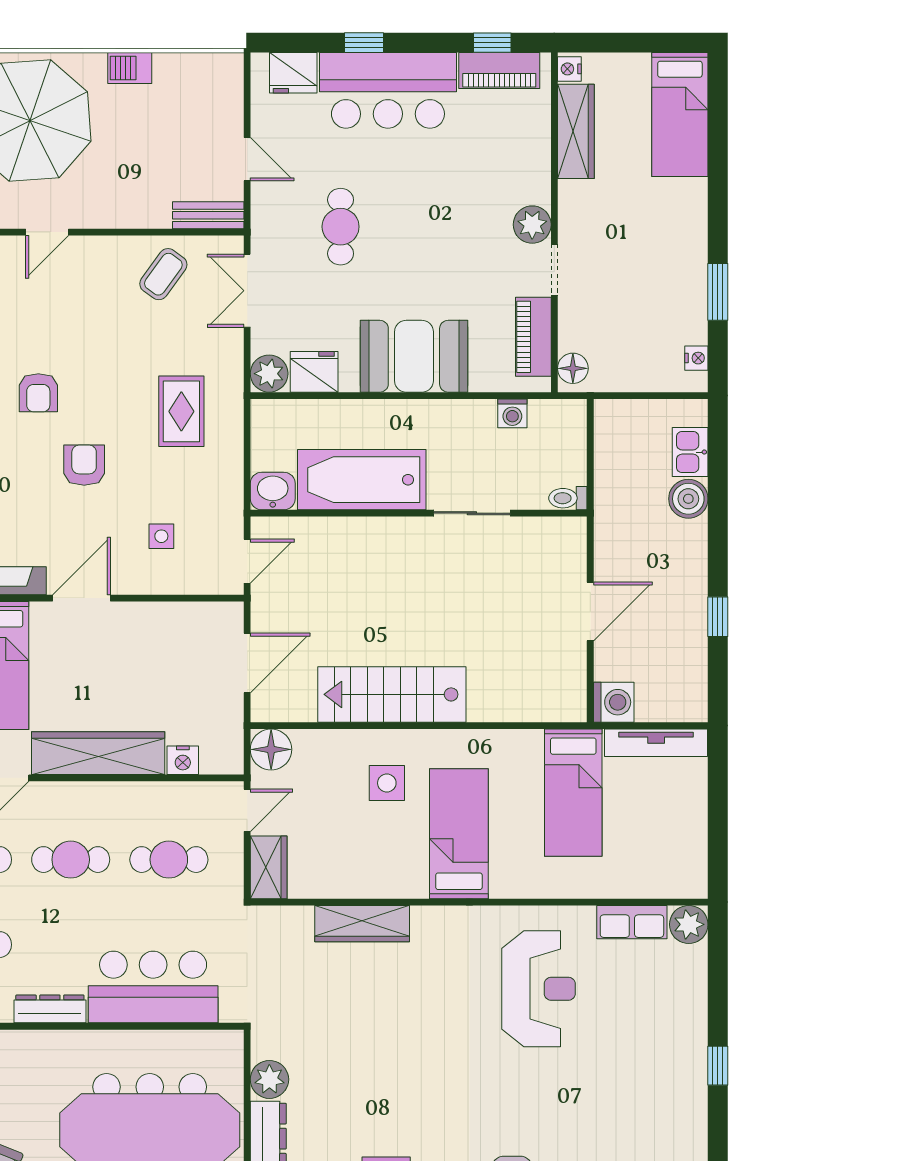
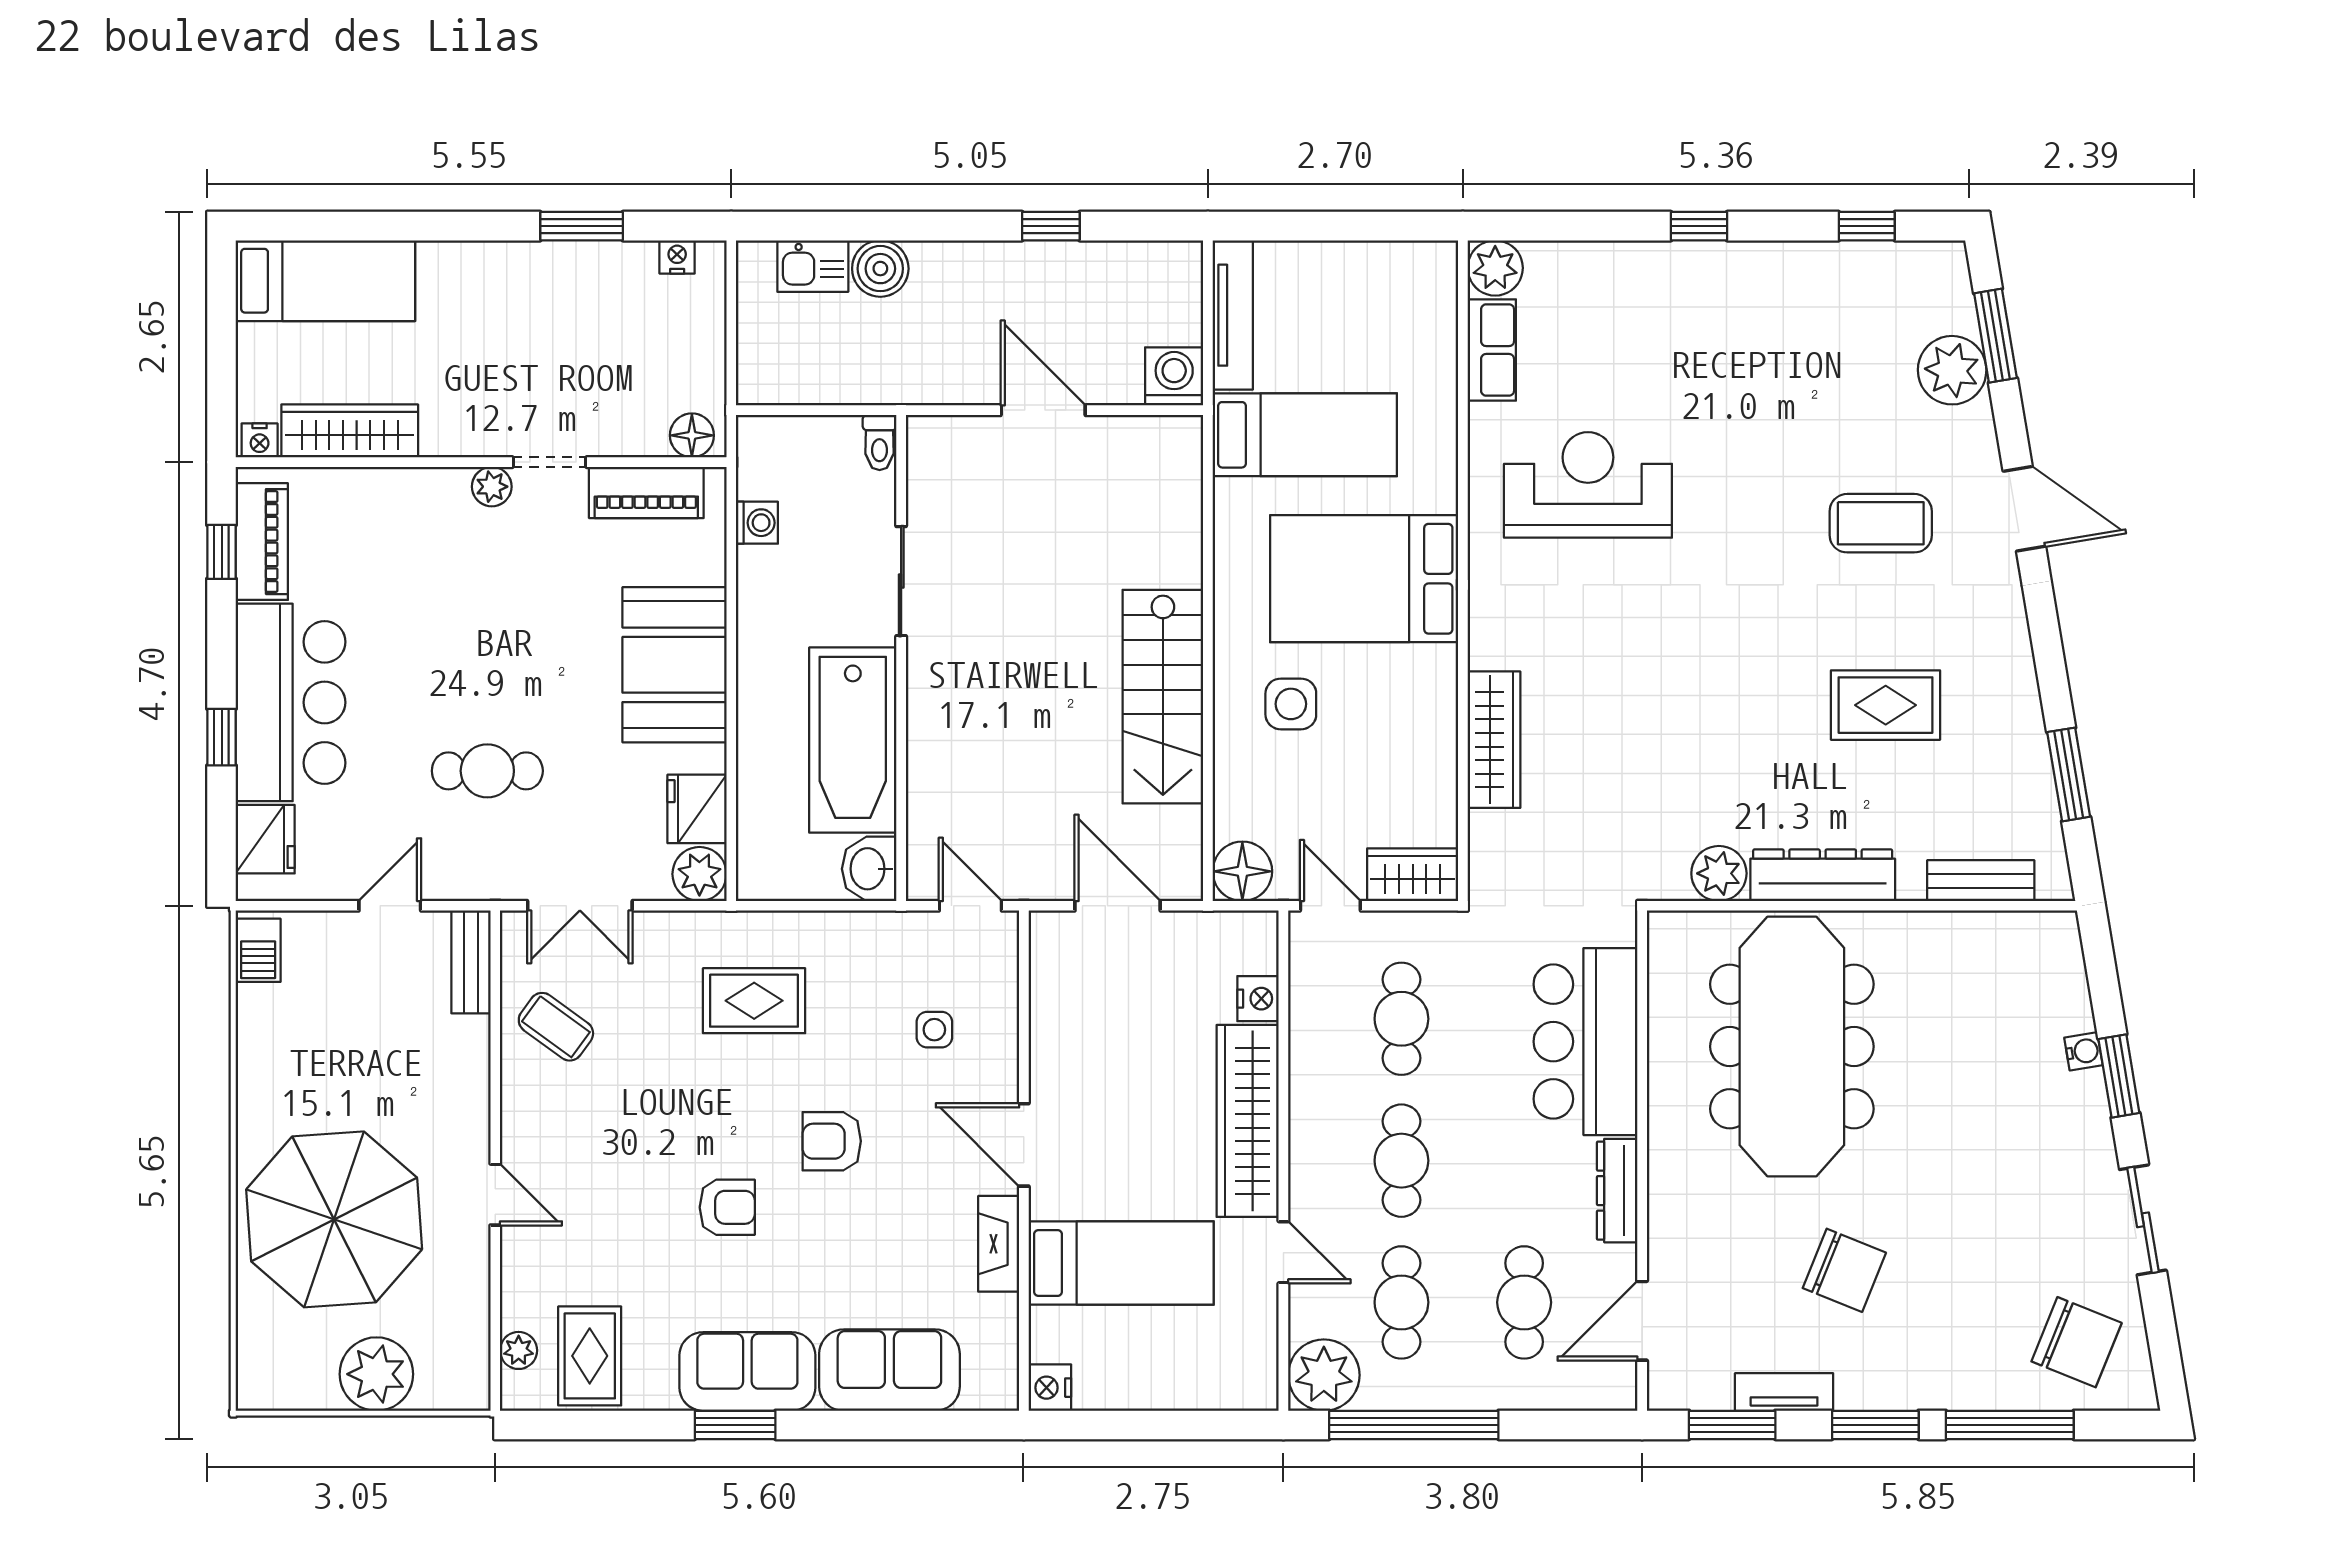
barbecue: (130, 68) -> (258, 950), moved
plant: (532, 225) -> (492, 487), width x0.73, depth x0.73
bed: (459, 834) -> (1364, 579), width x1.50

